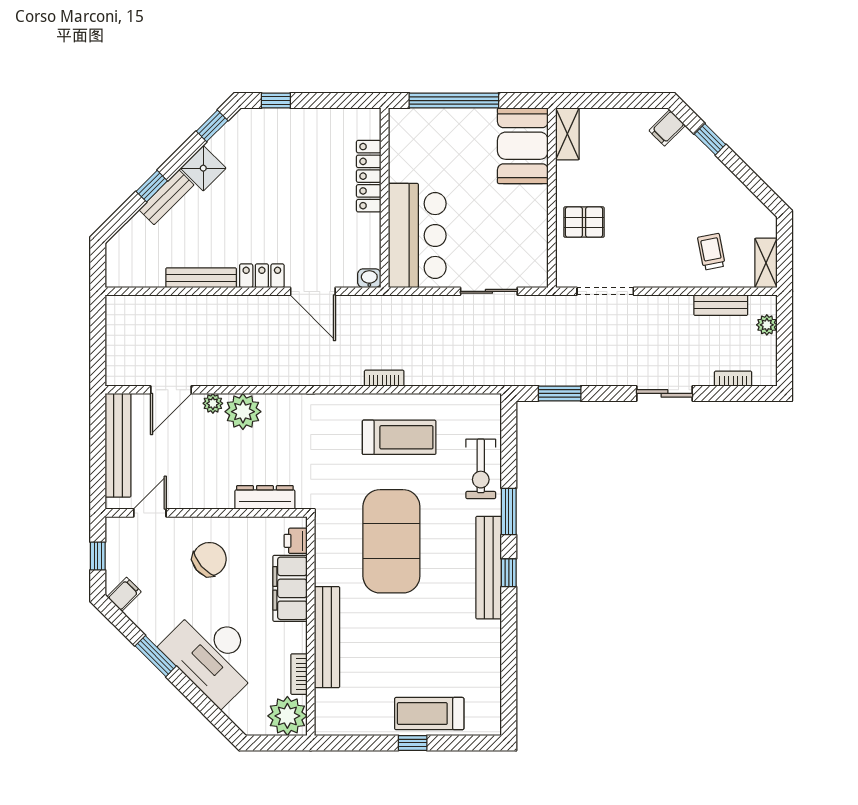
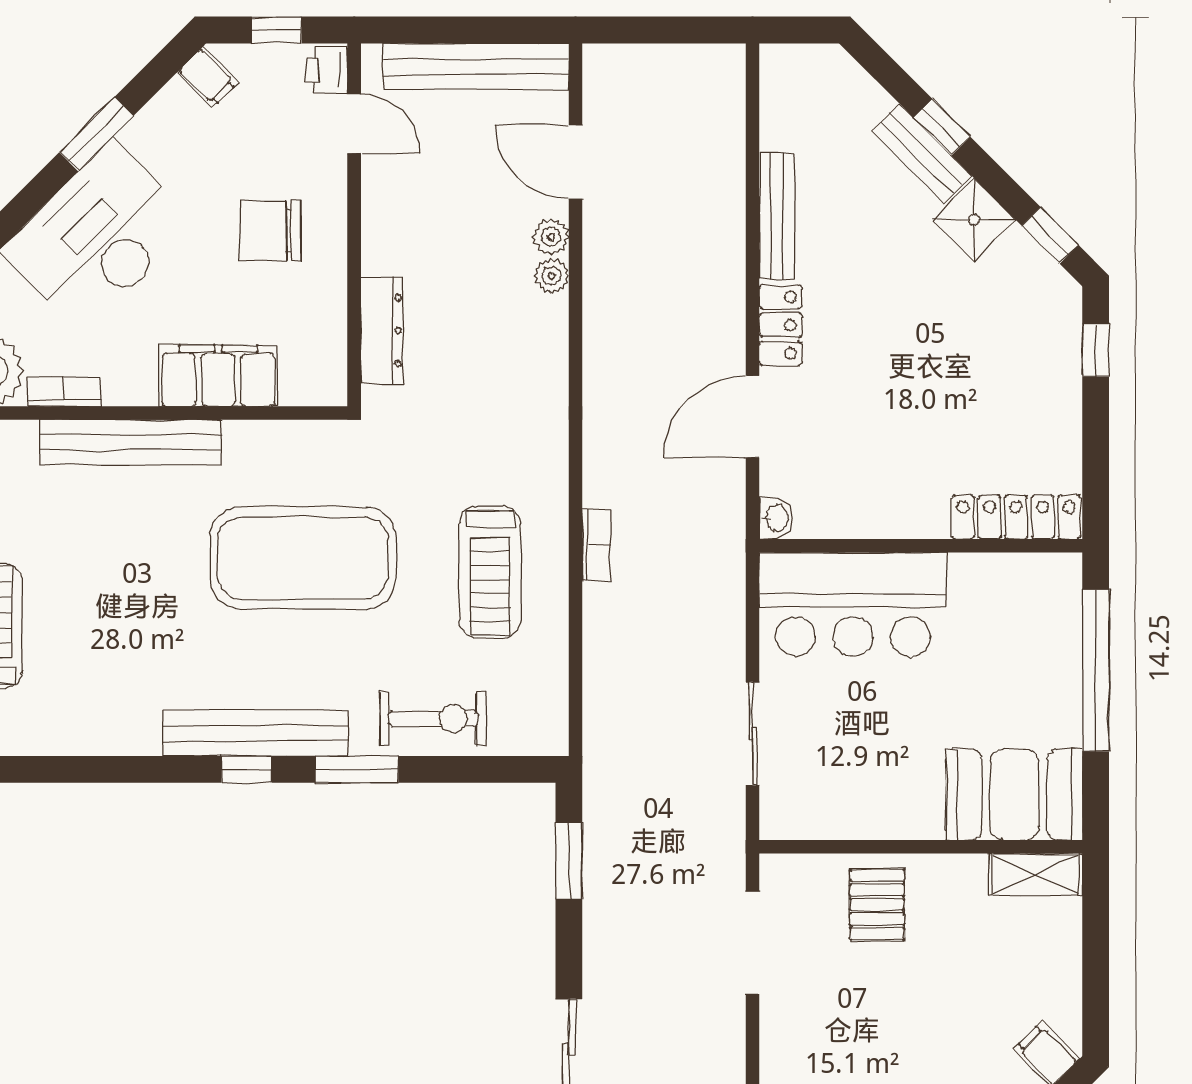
locker: (369, 176) -> (1016, 517), moved
plant: (243, 412) -> (551, 276), width x0.53, depth x0.53
exercise bike: (481, 469) -> (433, 719), turned 180
printer: (296, 541) -> (327, 70), moved, turned -90
chair: (209, 559) -> (271, 231), turned 131

